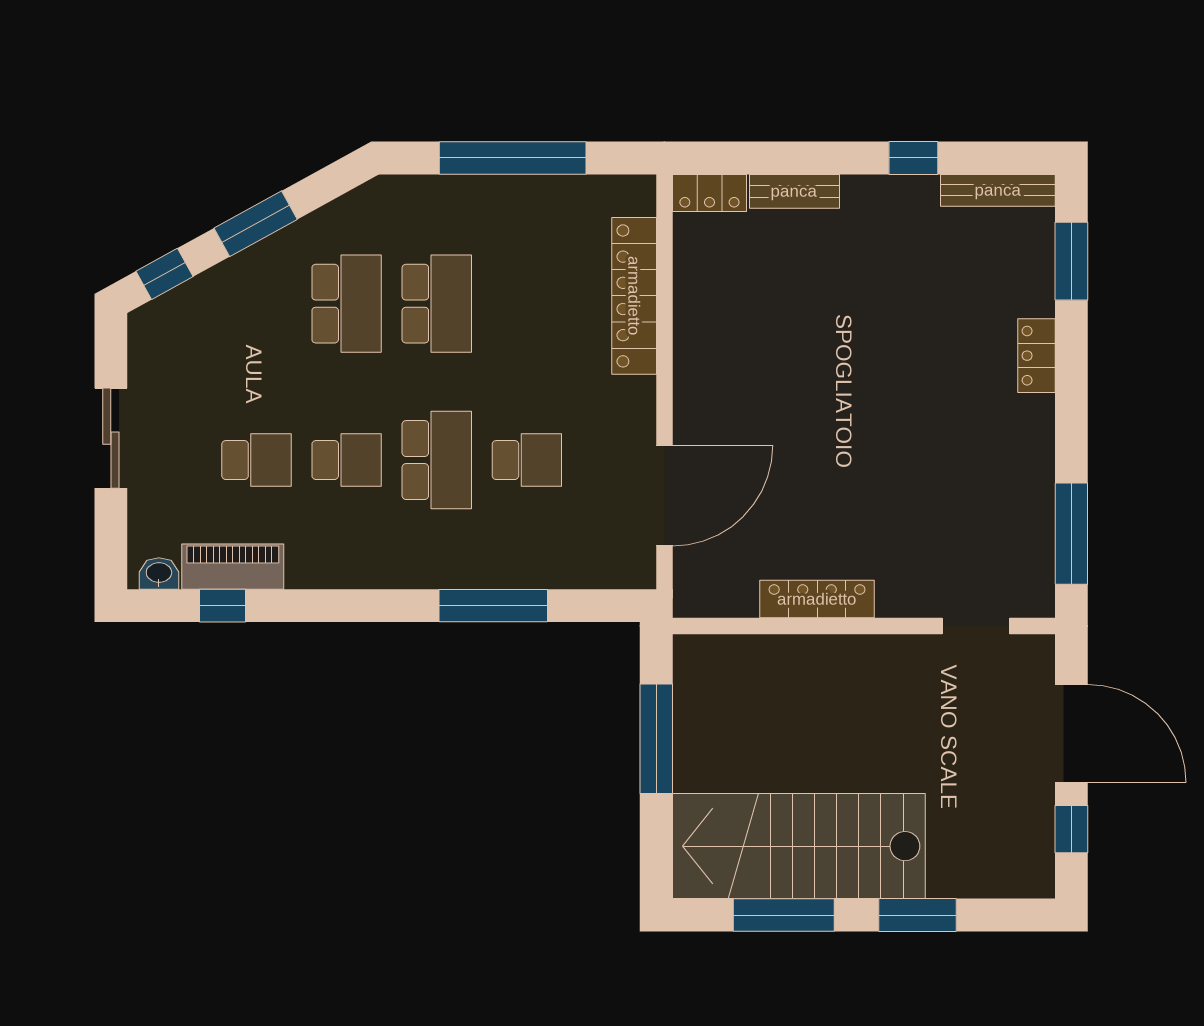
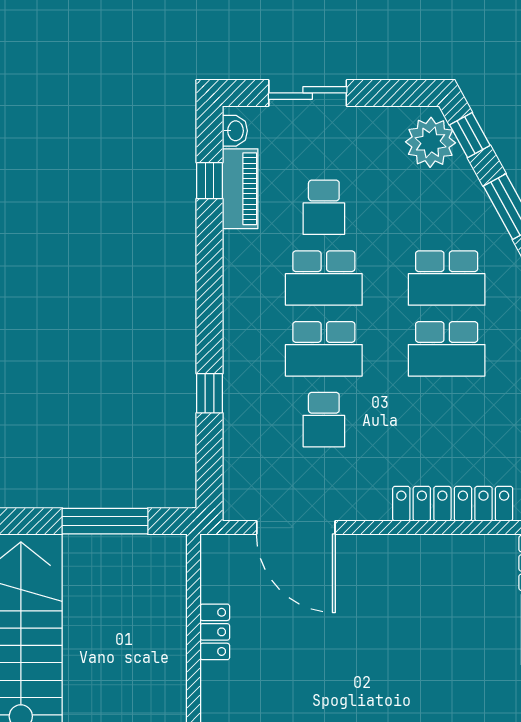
plant: (174, 324) -> (431, 142), added
sliding door: (111, 438) -> (308, 93), moved
school desk: (347, 460) -> (324, 278), width x1.85
locker: (817, 599) -> (215, 632), width x0.66
window: (493, 606) -> (209, 393), width x0.46

